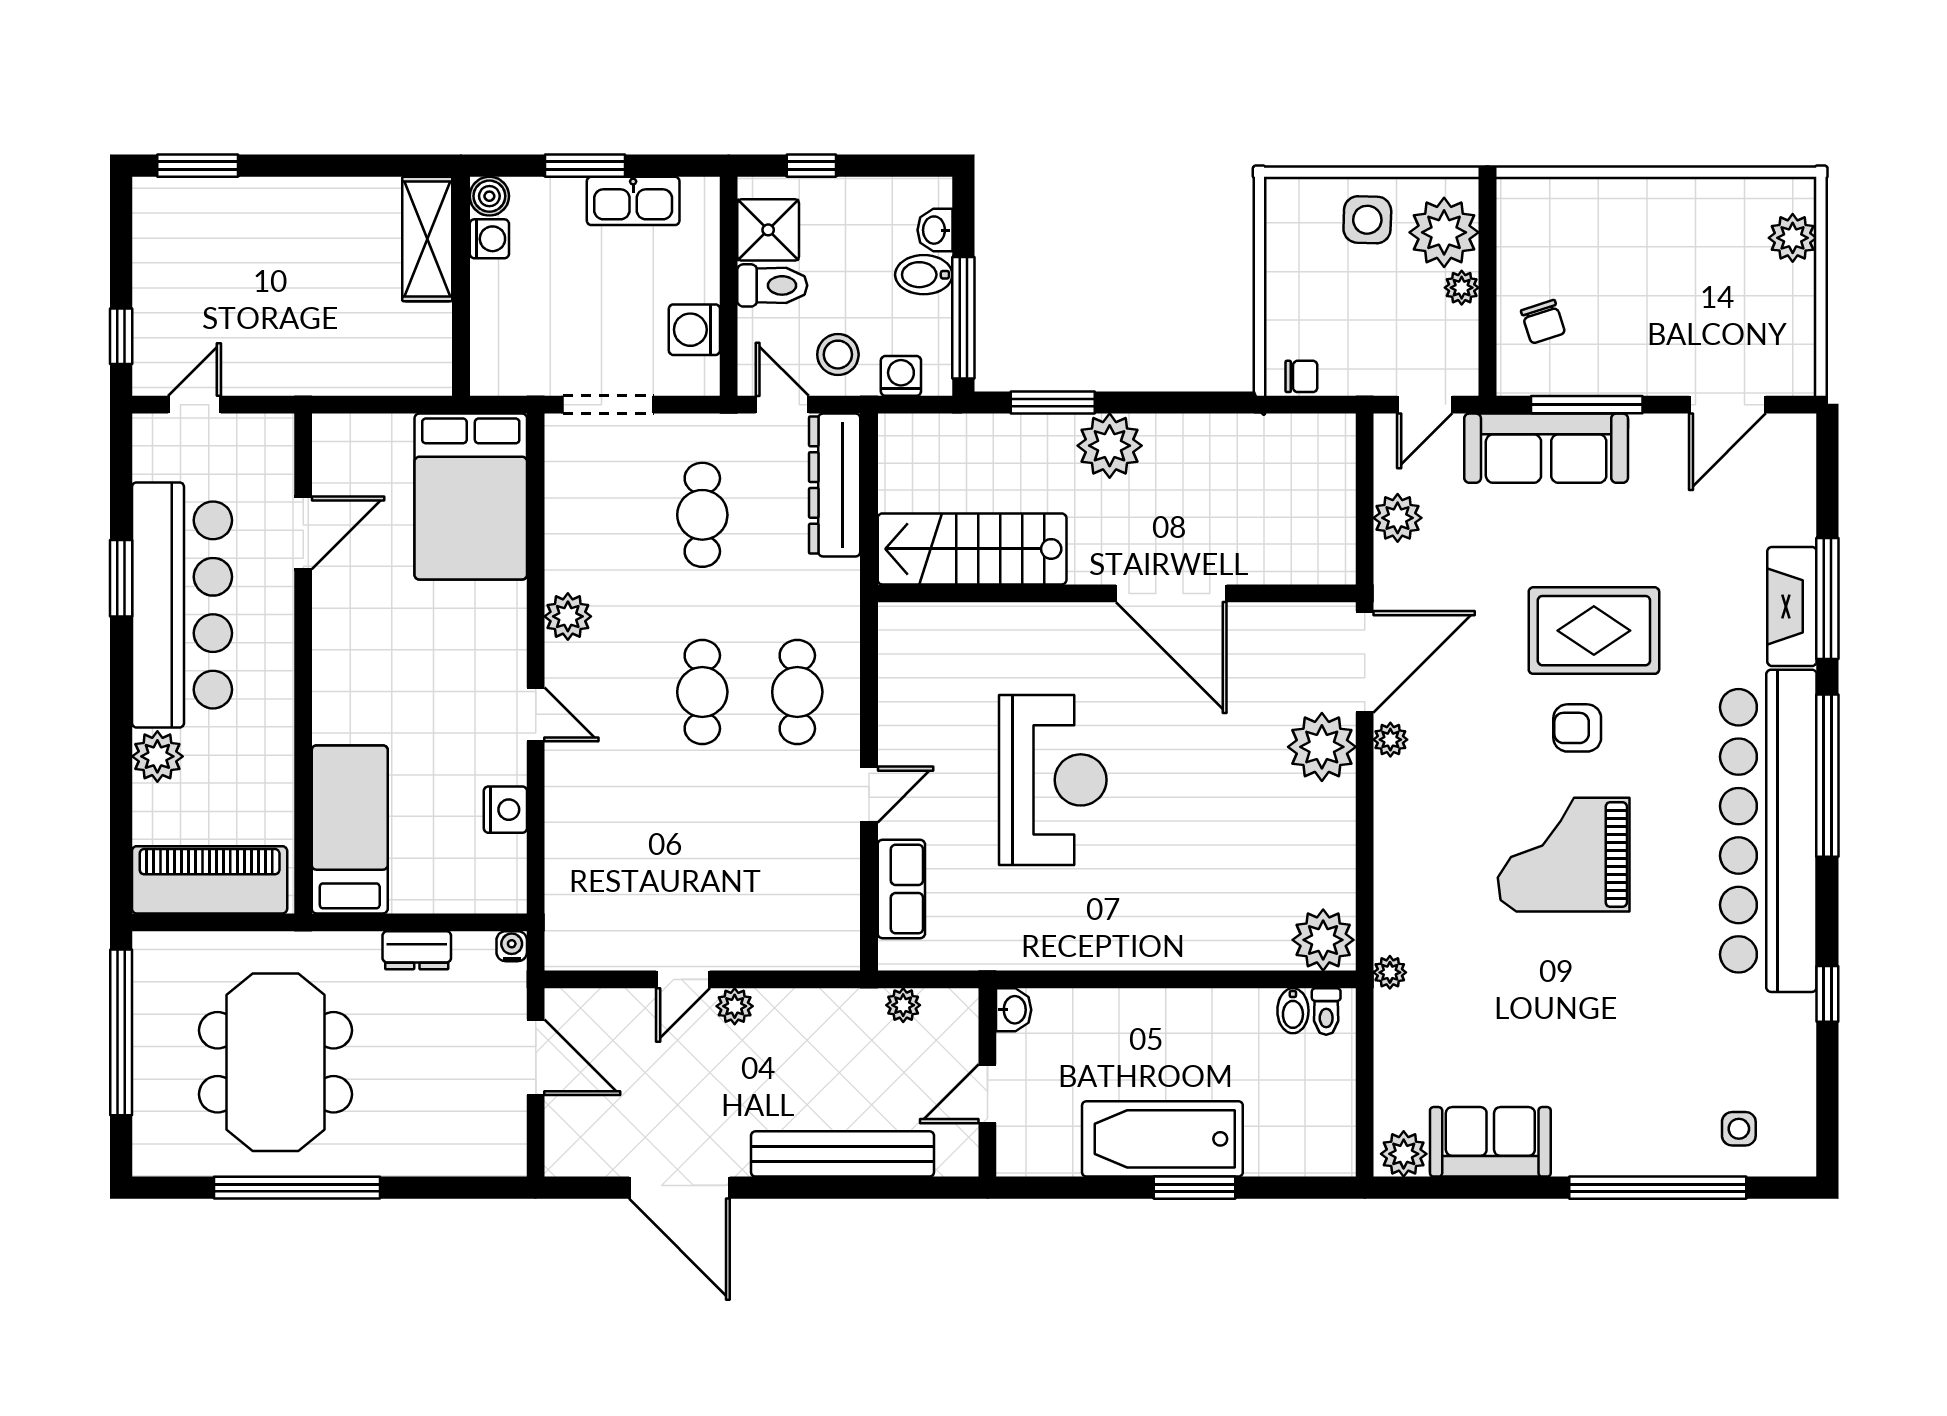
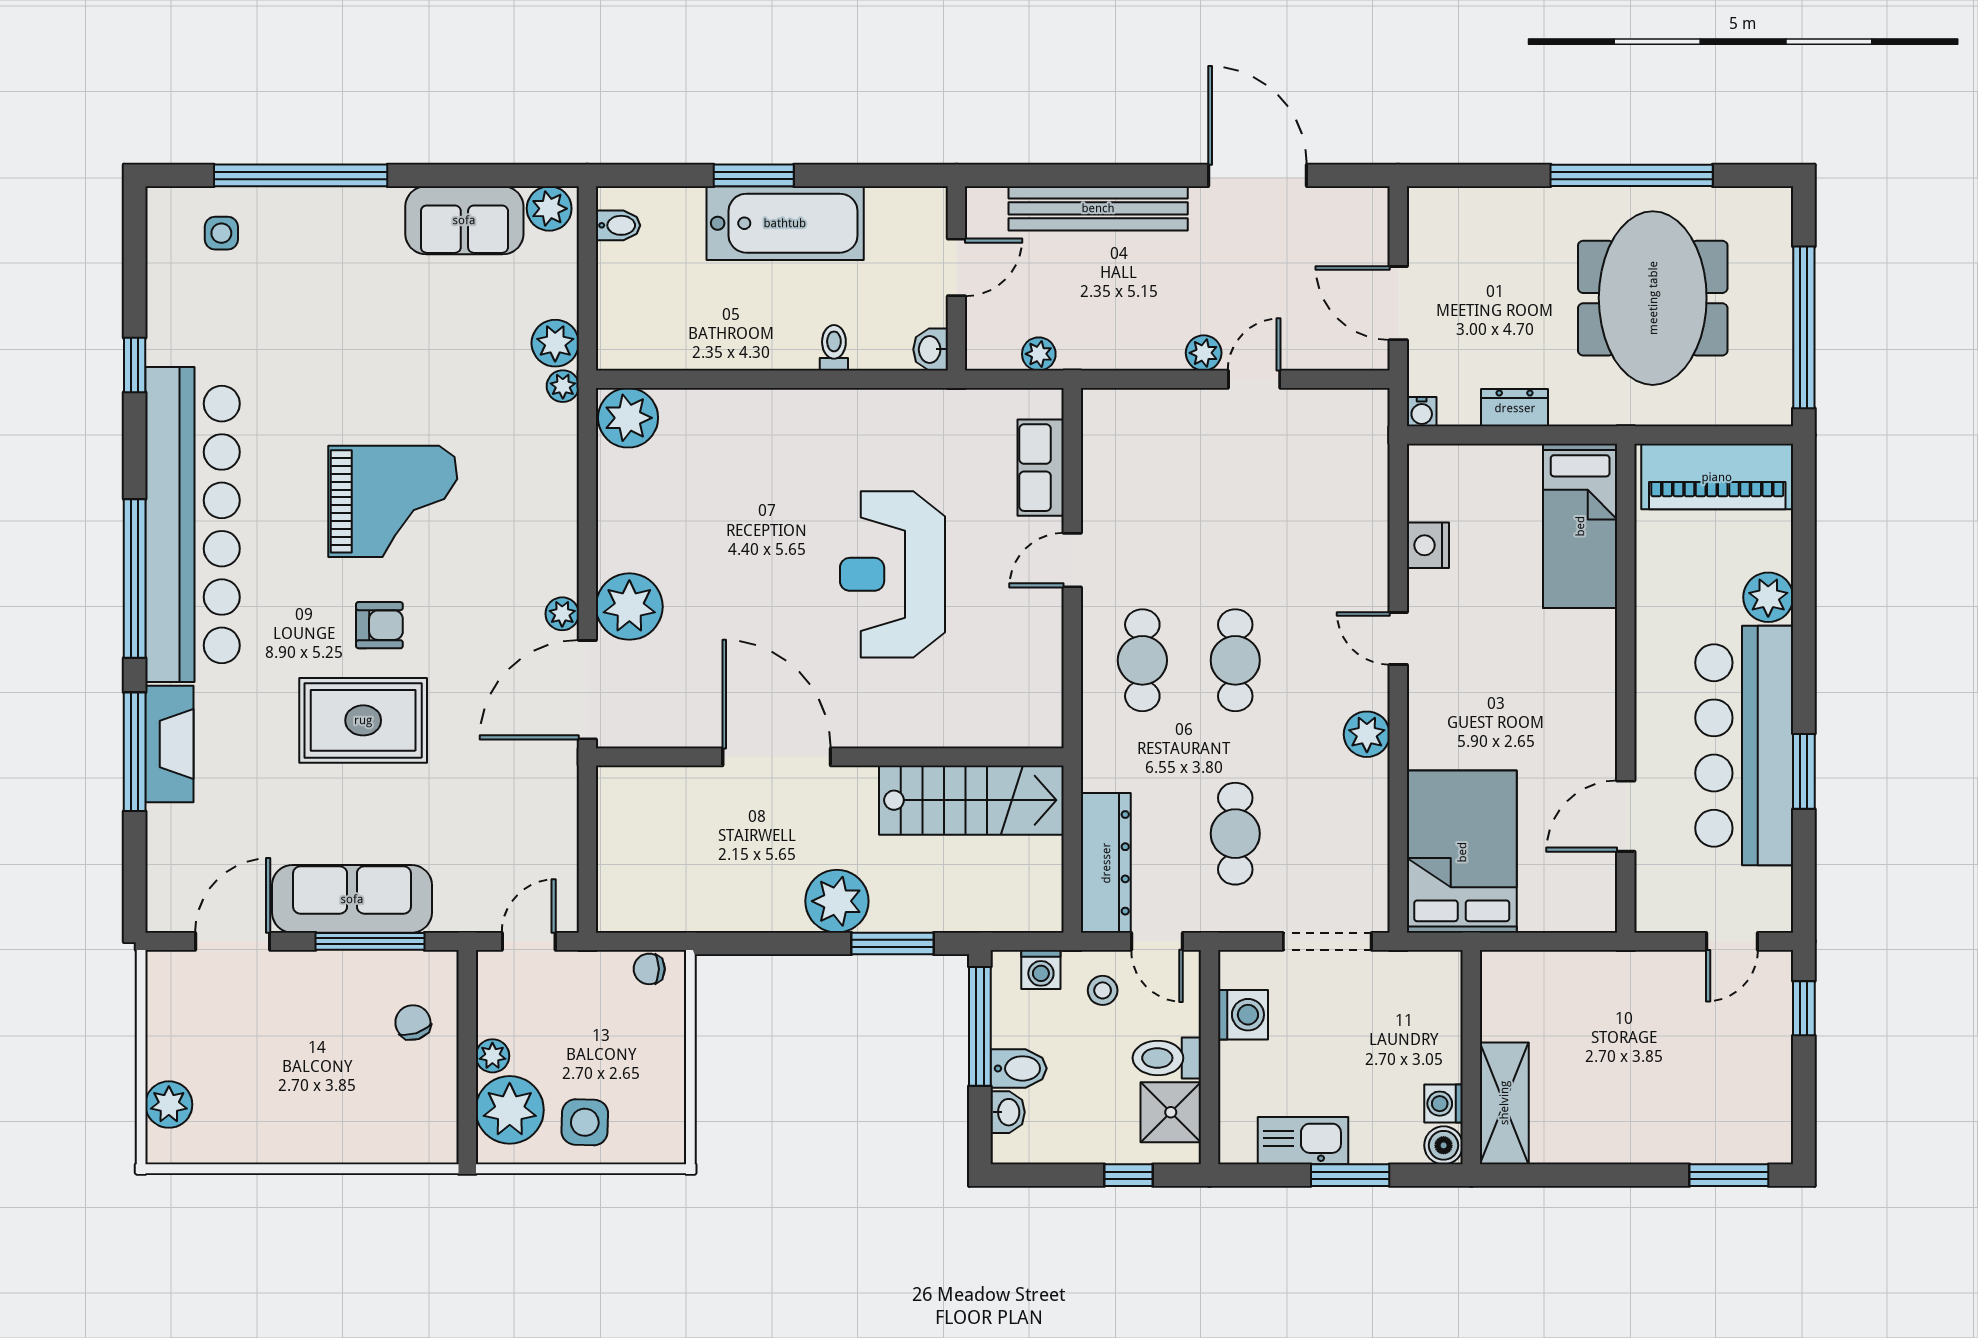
stool: (838, 355) -> (1103, 990), width x0.73, depth x0.73
sofa: (1546, 448) -> (352, 899), moved
plant: (1398, 518) -> (555, 343), moved
bidet: (1293, 1011) -> (618, 225), moved, turned 90
toilet: (1326, 1011) -> (834, 348), moved

